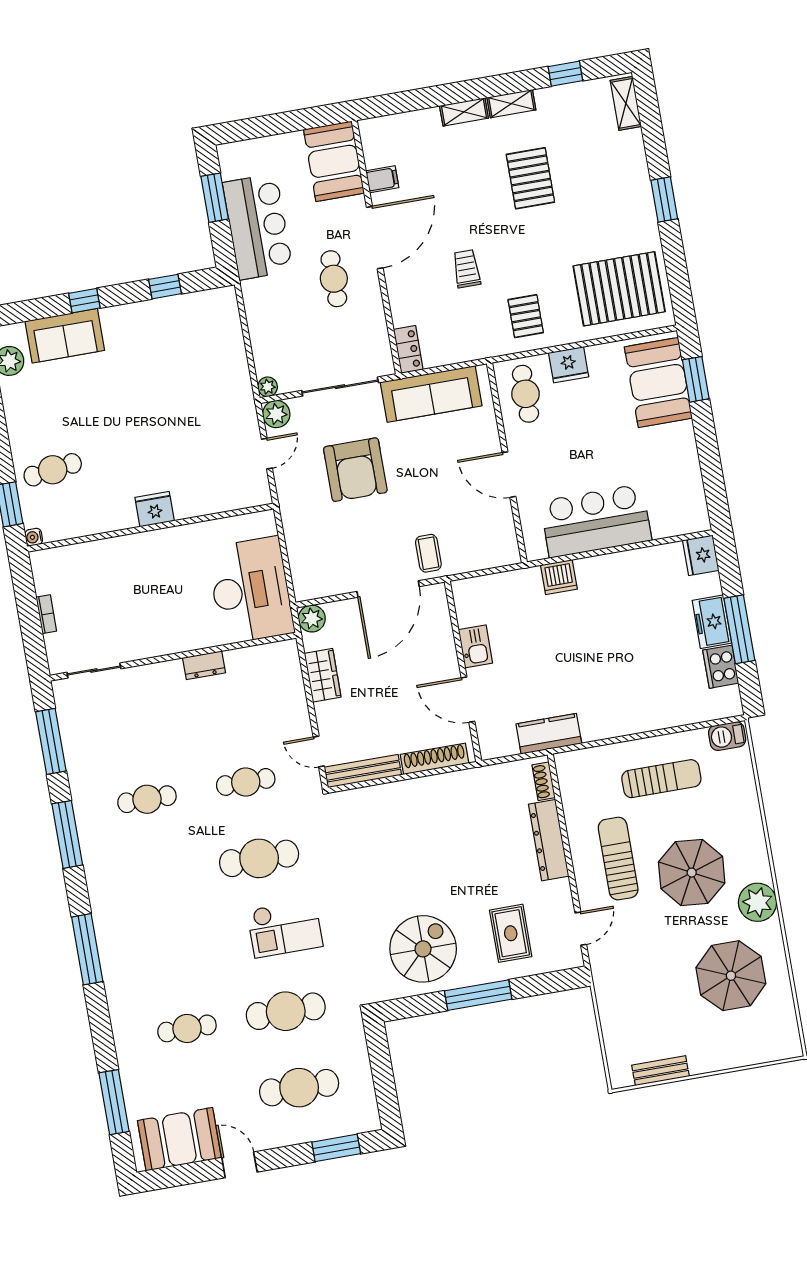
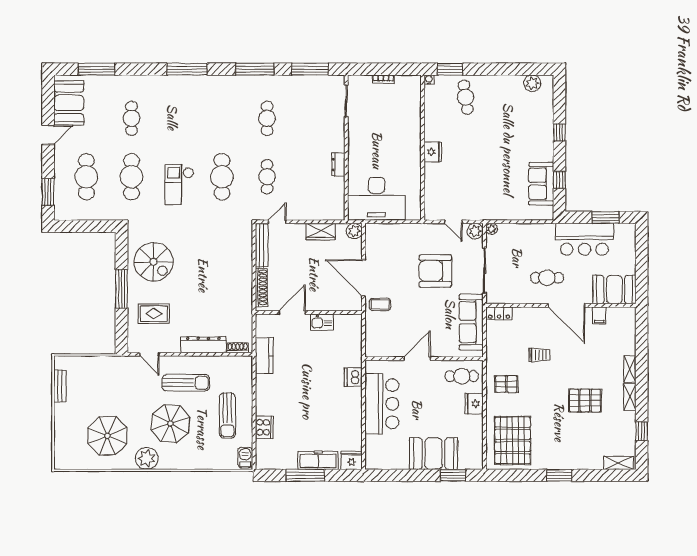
sofa: (65, 336) -> (541, 184), moved
booth: (658, 382) -> (434, 454), moved
freezer: (712, 622) -> (318, 460), width x1.40
cooker: (721, 667) -> (264, 427), moved, turned 90

